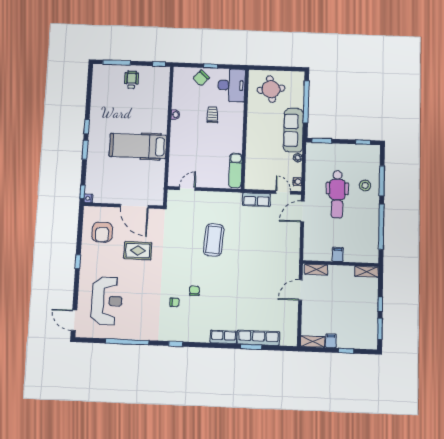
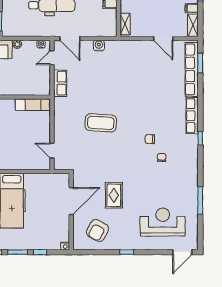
window: (82, 192) -> (40, 252), moved
armchair: (102, 232) -> (97, 230), turned 118
water cooler: (294, 241) -> (99, 46), added
door: (300, 290) -> (163, 38), moved
row of seats: (223, 337) -> (192, 116), width x1.48
row of seats: (258, 338) -> (192, 69), width x1.36
window: (127, 342) -> (200, 201), width x0.68
window: (176, 344) -> (200, 138), moved
window: (251, 347) -> (200, 63), moved

